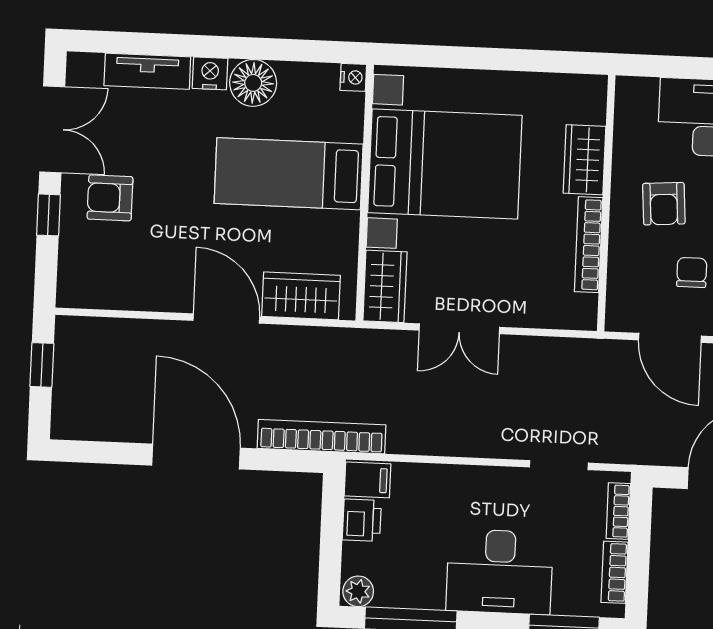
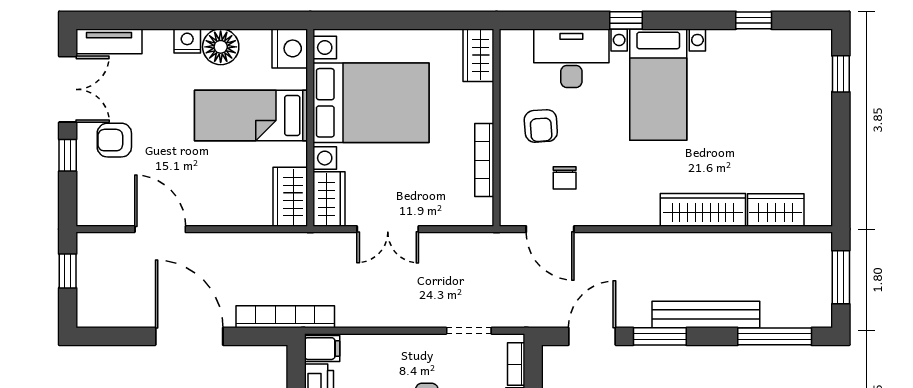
tv unit: (147, 71) -> (109, 41), moved
nightstand: (353, 77) -> (290, 48), width x1.89, depth x1.79
wardrobe: (585, 160) -> (478, 55), moved
chair: (692, 272) -> (565, 178), turned 180
wardrobe: (301, 296) -> (290, 197), moved, turned -90
door: (226, 319) -> (160, 229), moved

